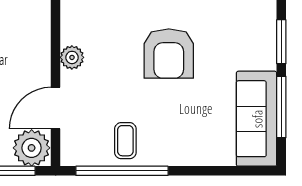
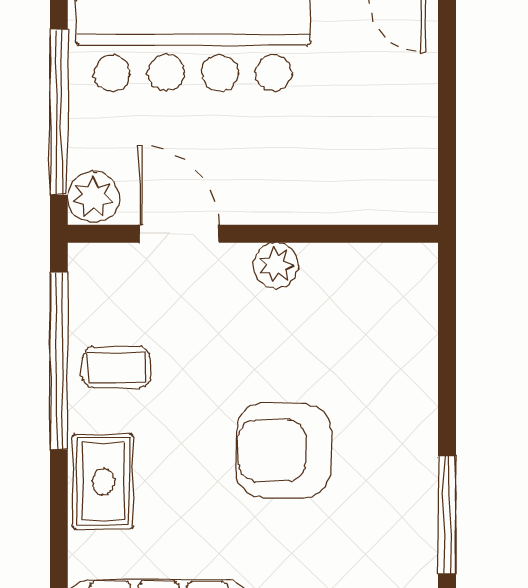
plant: (32, 148) -> (93, 197), width x0.73, depth x0.73
rug: (185, 148) -> (103, 482), added

